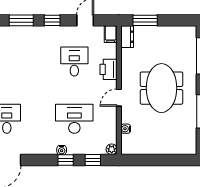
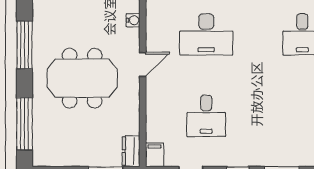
printer: (109, 69) -> (158, 105), removed
meeting table: (162, 88) -> (82, 78), turned 90

